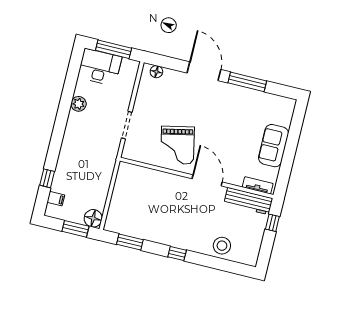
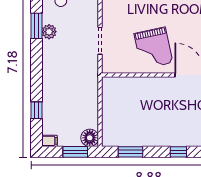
window: (67, 95) -> (36, 26), added
filing cabinet: (56, 199) -> (49, 141), moved

